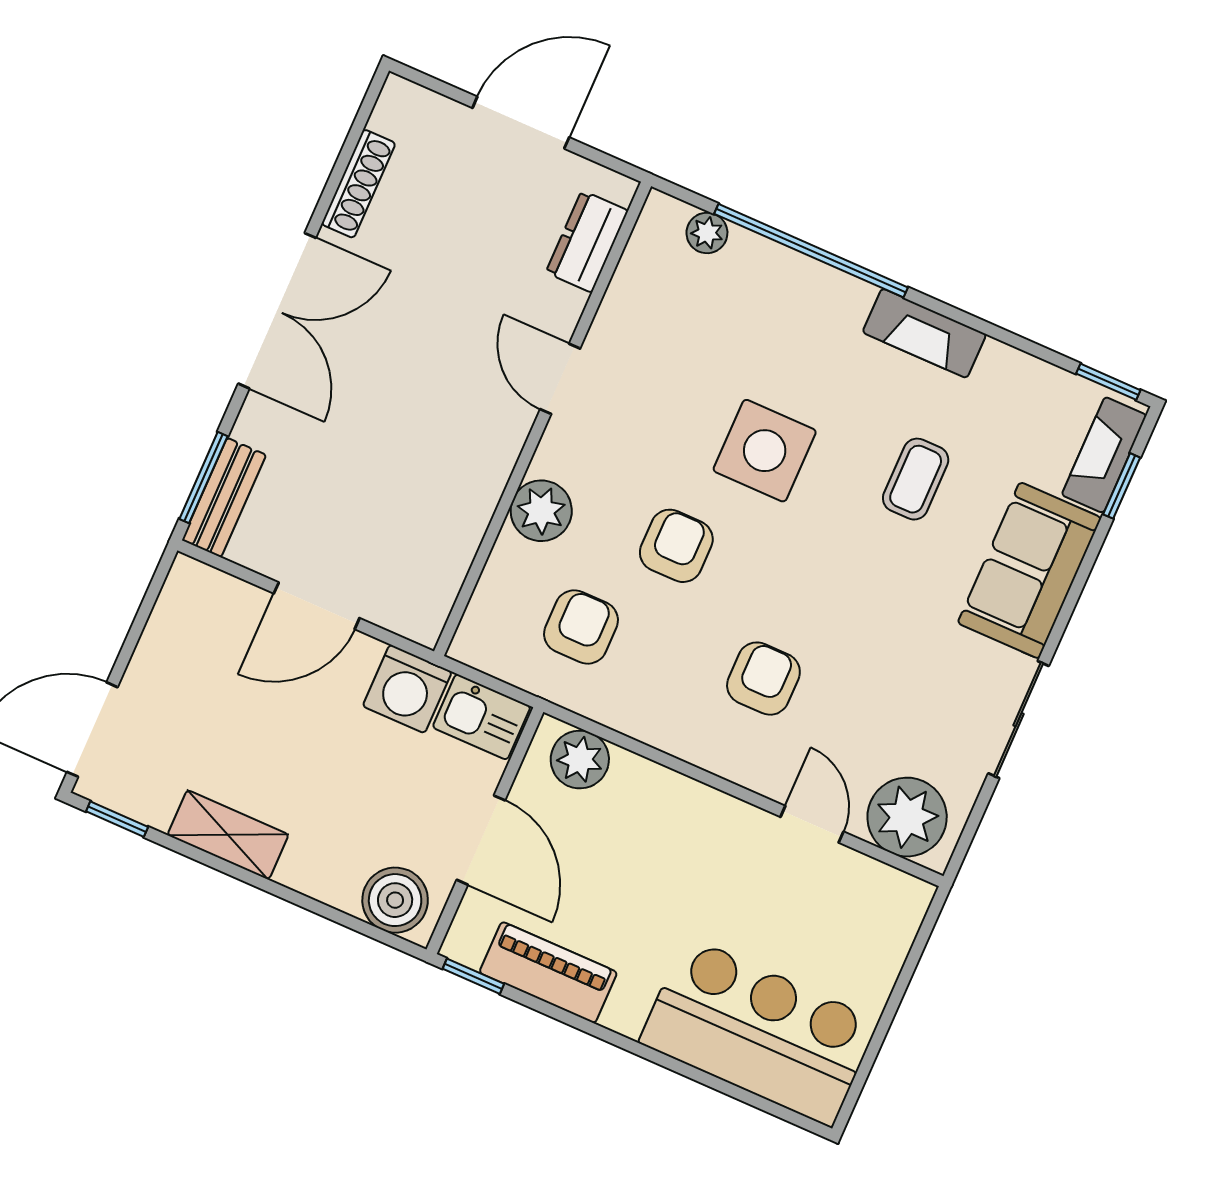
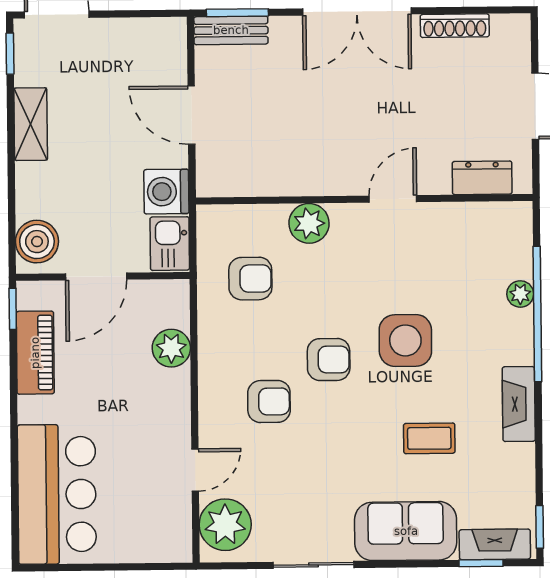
plant: (707, 233) -> (520, 294), moved
armchair: (676, 546) -> (329, 360), moved
plant: (580, 759) -> (171, 348), moved

